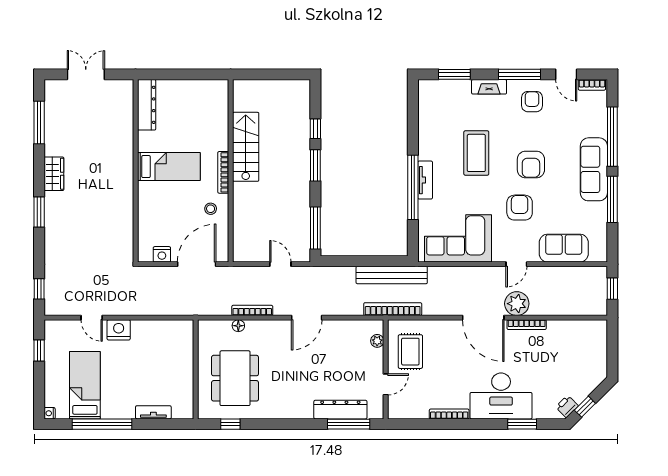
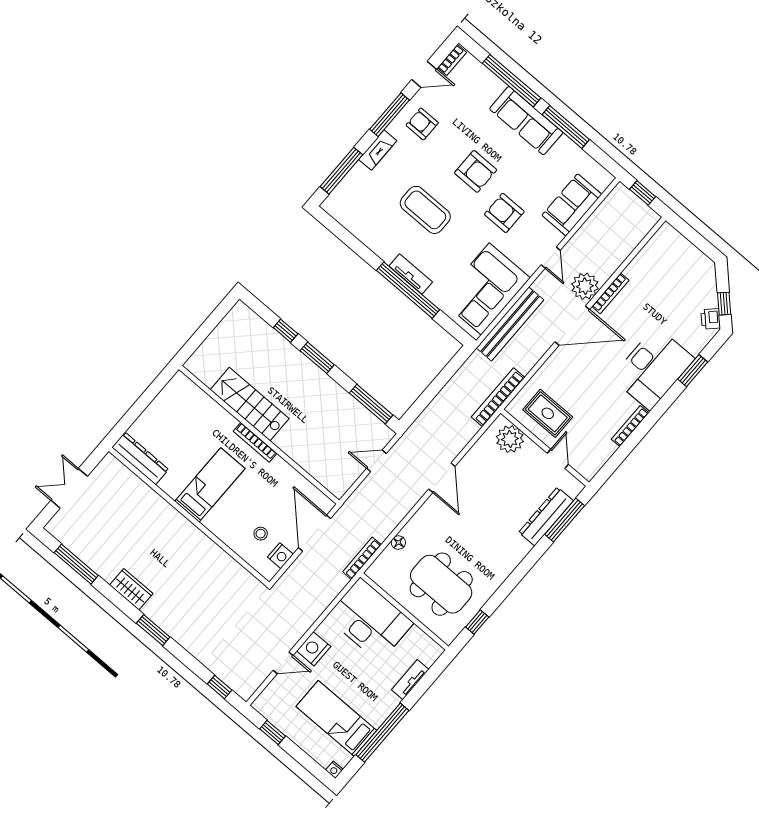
window: (454, 74) -> (341, 171), width x1.44
stool: (211, 209) -> (261, 534), moved
bench: (392, 275) -> (510, 324), moved
bookcase: (252, 310) -> (362, 558), moved
plant: (377, 341) -> (510, 439), width x1.88, depth x1.88
desk: (170, 351) -> (370, 620), added

